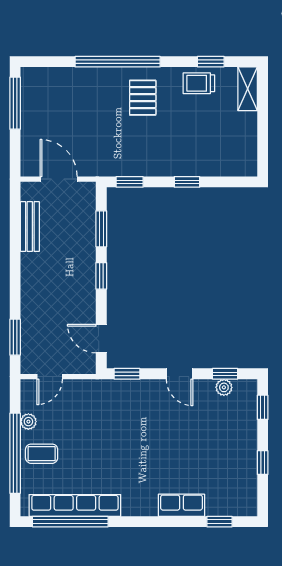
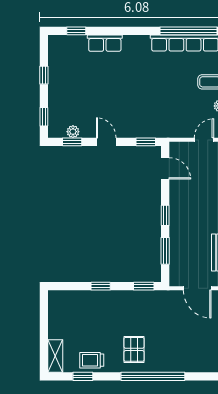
trolley: (199, 83) -> (92, 360), turned 180

